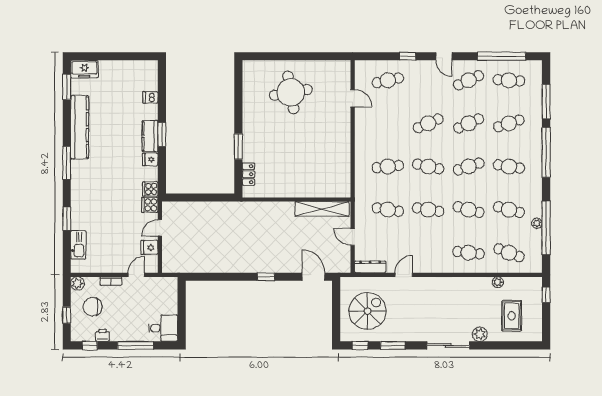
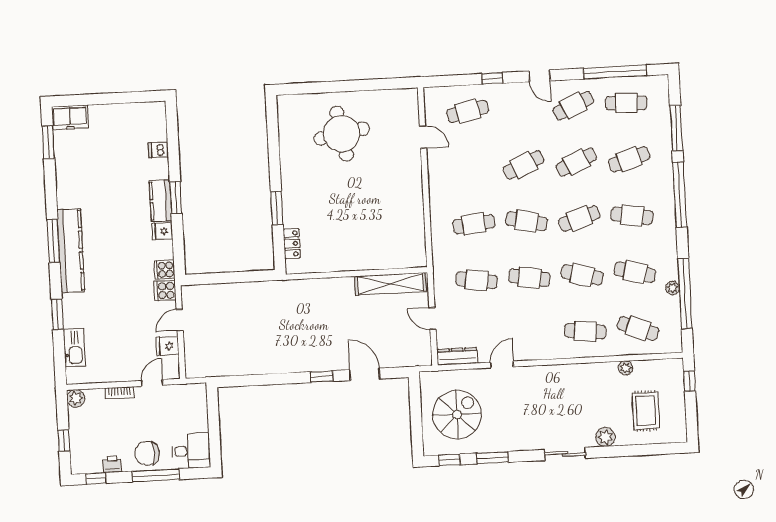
kitchen counter: (80, 127) -> (71, 251), moved
door: (313, 277) -> (365, 374), moved
chair: (93, 307) -> (147, 453), moved
sliding door: (448, 345) -> (565, 454), width x0.73

